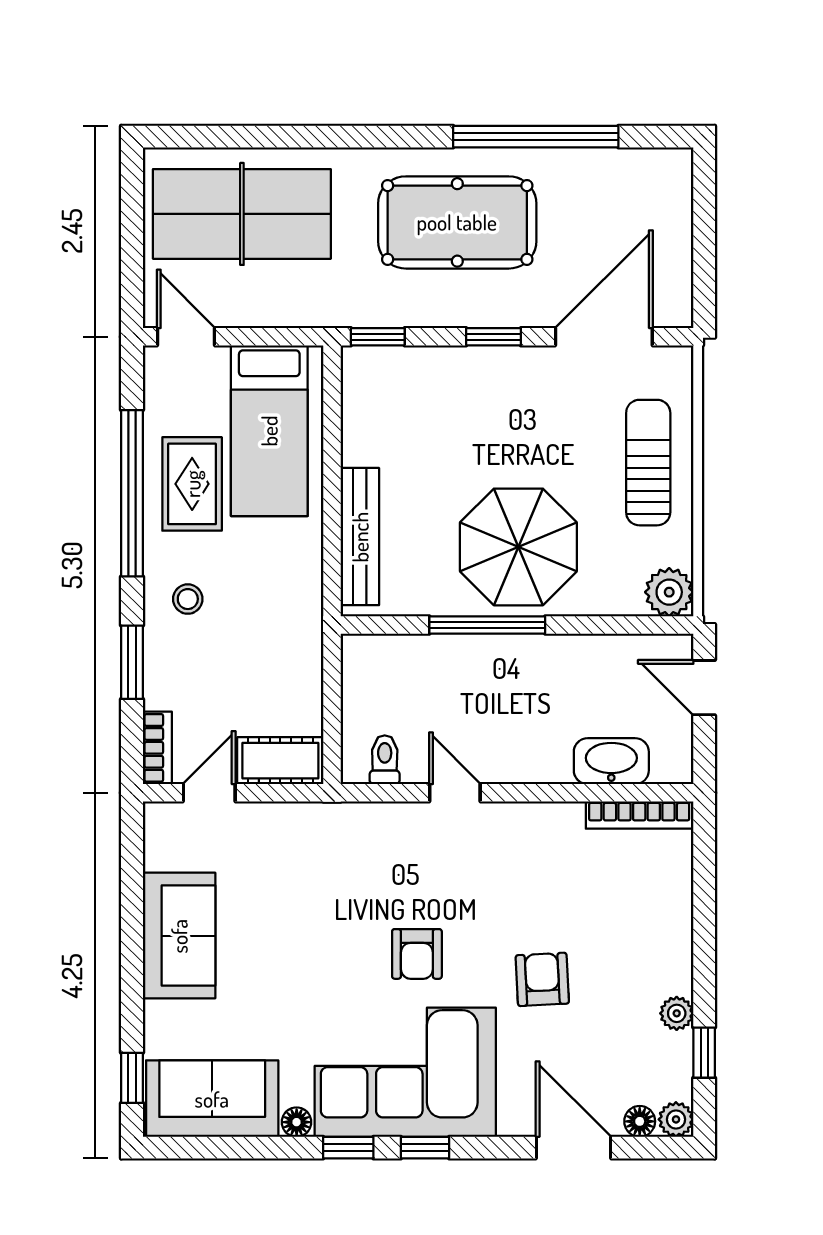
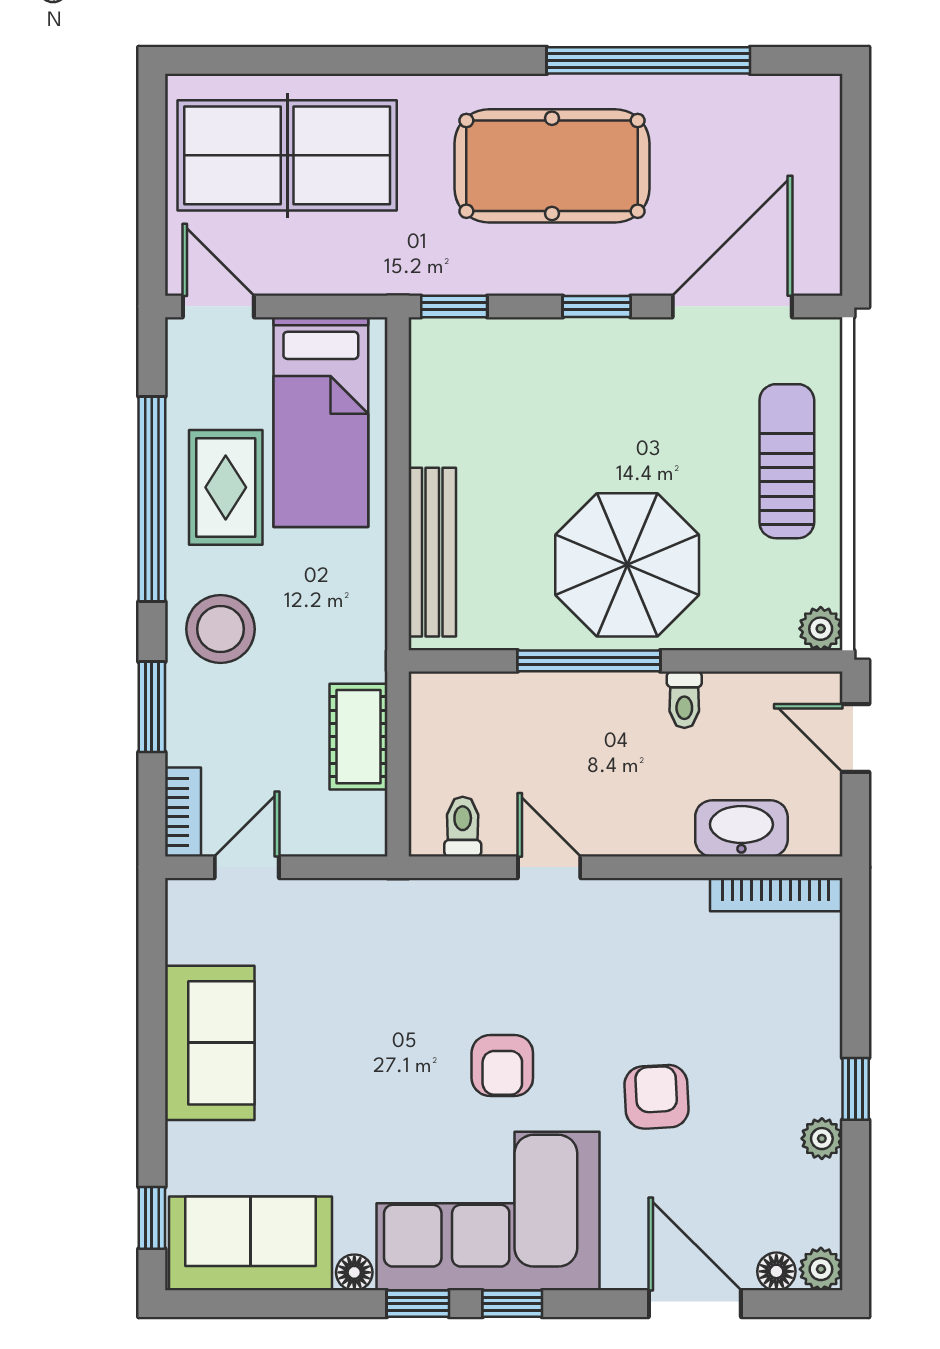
plant: (669, 592) -> (821, 629), width x0.73, depth x0.73
stool: (188, 599) -> (221, 629), width x1.89, depth x1.89
toilet: (565, 657) -> (684, 700), added
cot: (280, 761) -> (359, 737), moved, turned 90
window: (704, 1053) -> (856, 1089), moved

